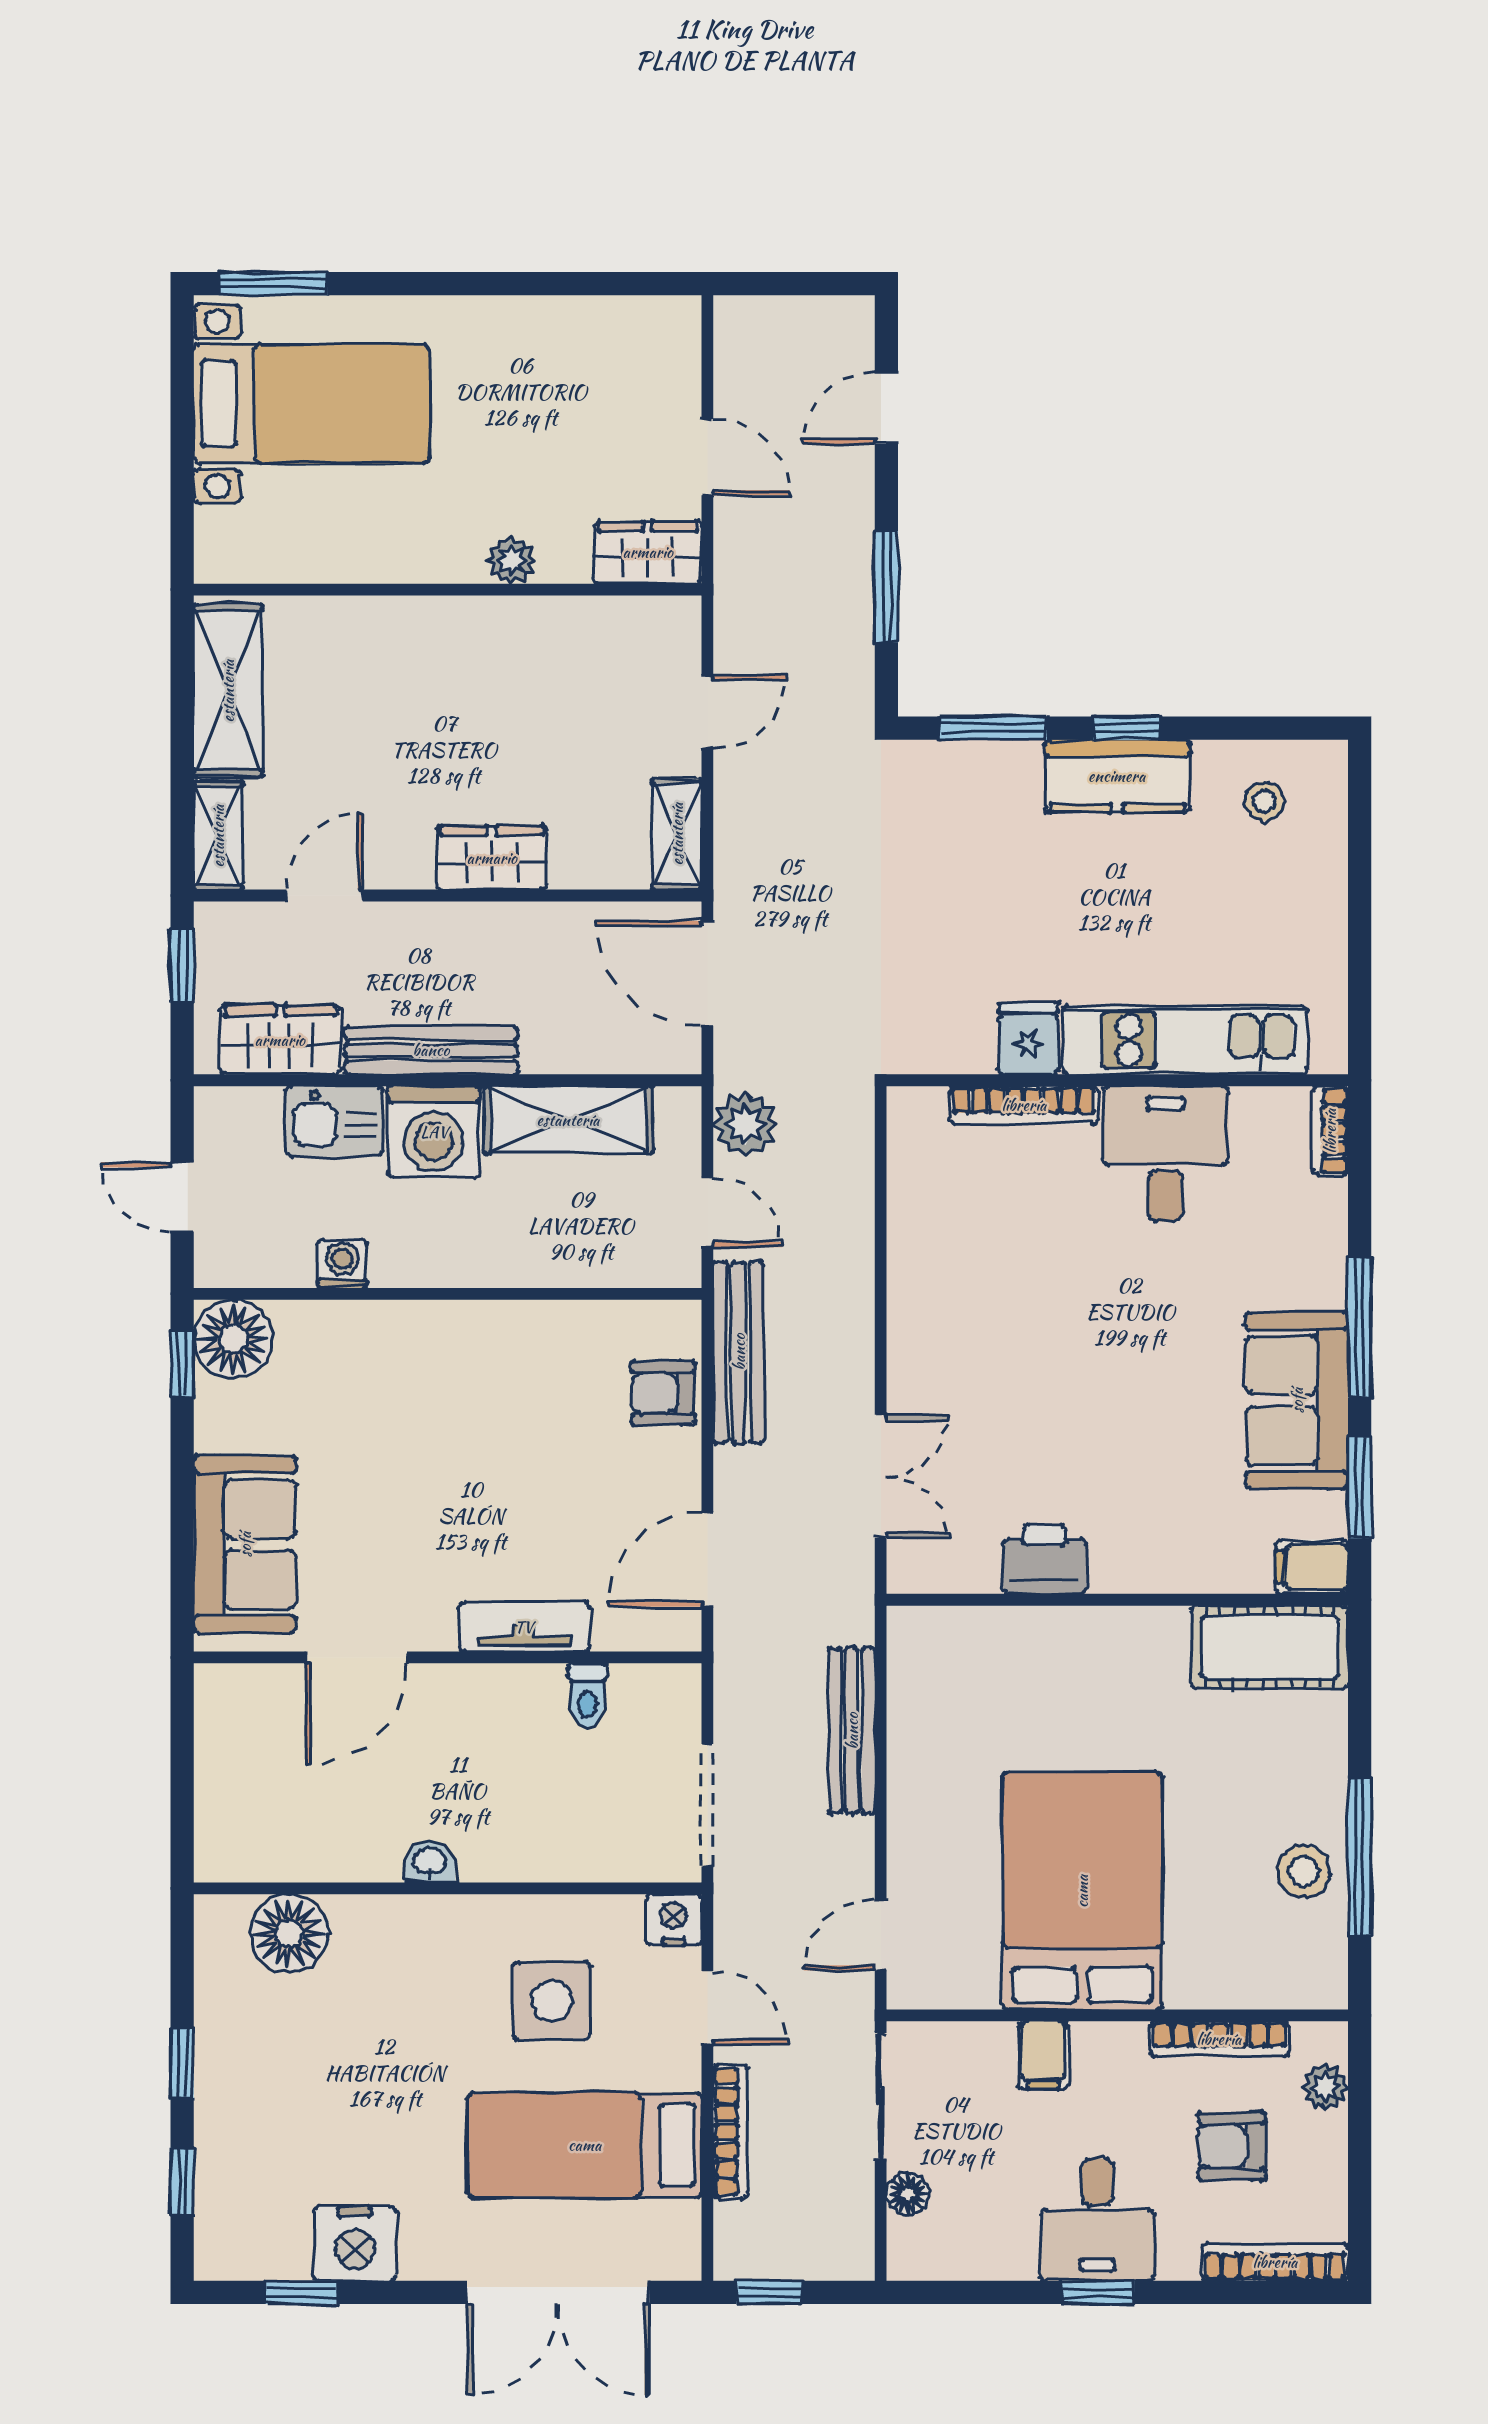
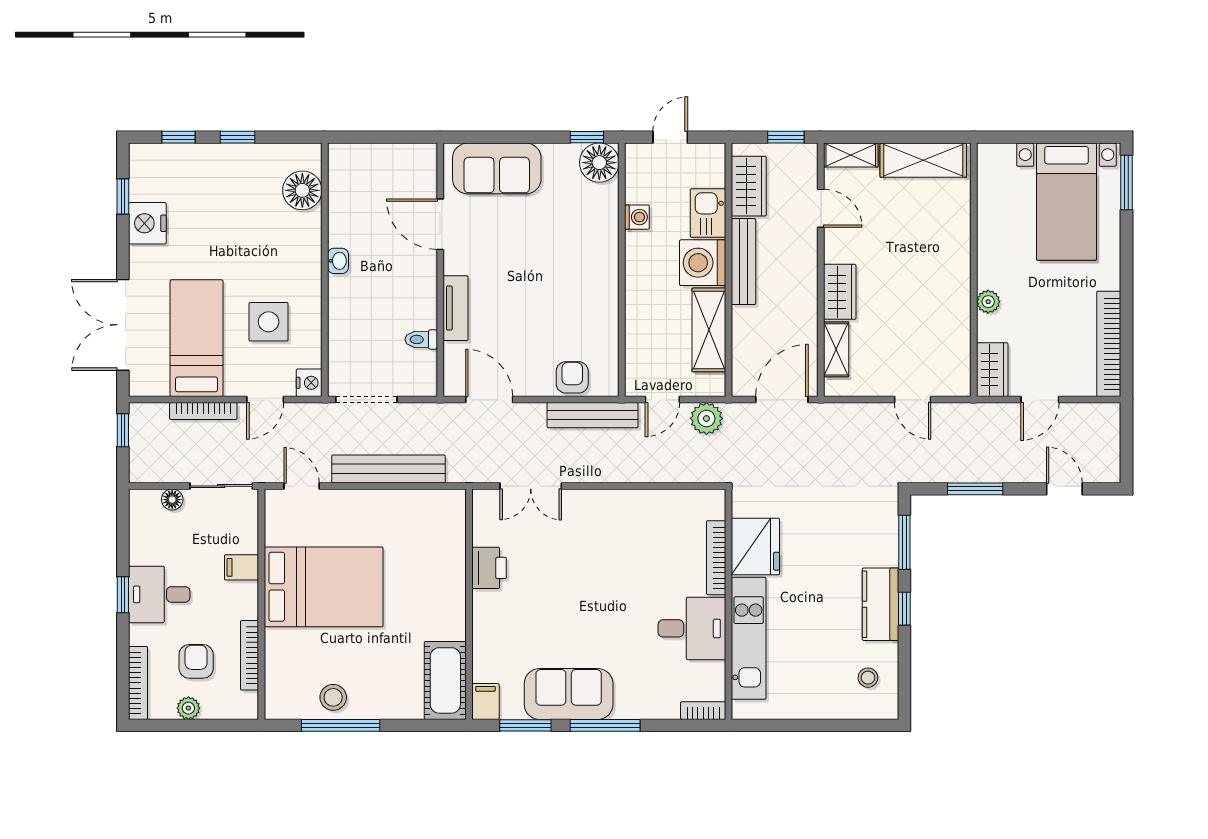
bookcase: (596, 319) -> (1109, 344), added
shelving: (677, 834) -> (836, 349), moved, turned 90
fridge: (1028, 1039) -> (755, 546), width x1.88, depth x1.34
bench: (852, 1731) -> (388, 469), width x1.37, depth x1.21
plant: (1325, 2087) -> (188, 708), moved

